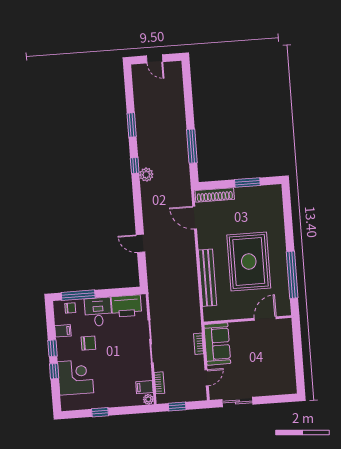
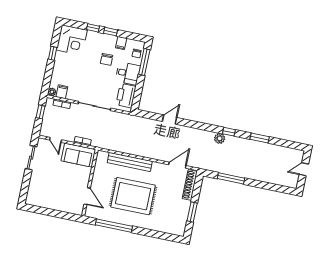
corner desk: (76, 377) -> (72, 40), moved

